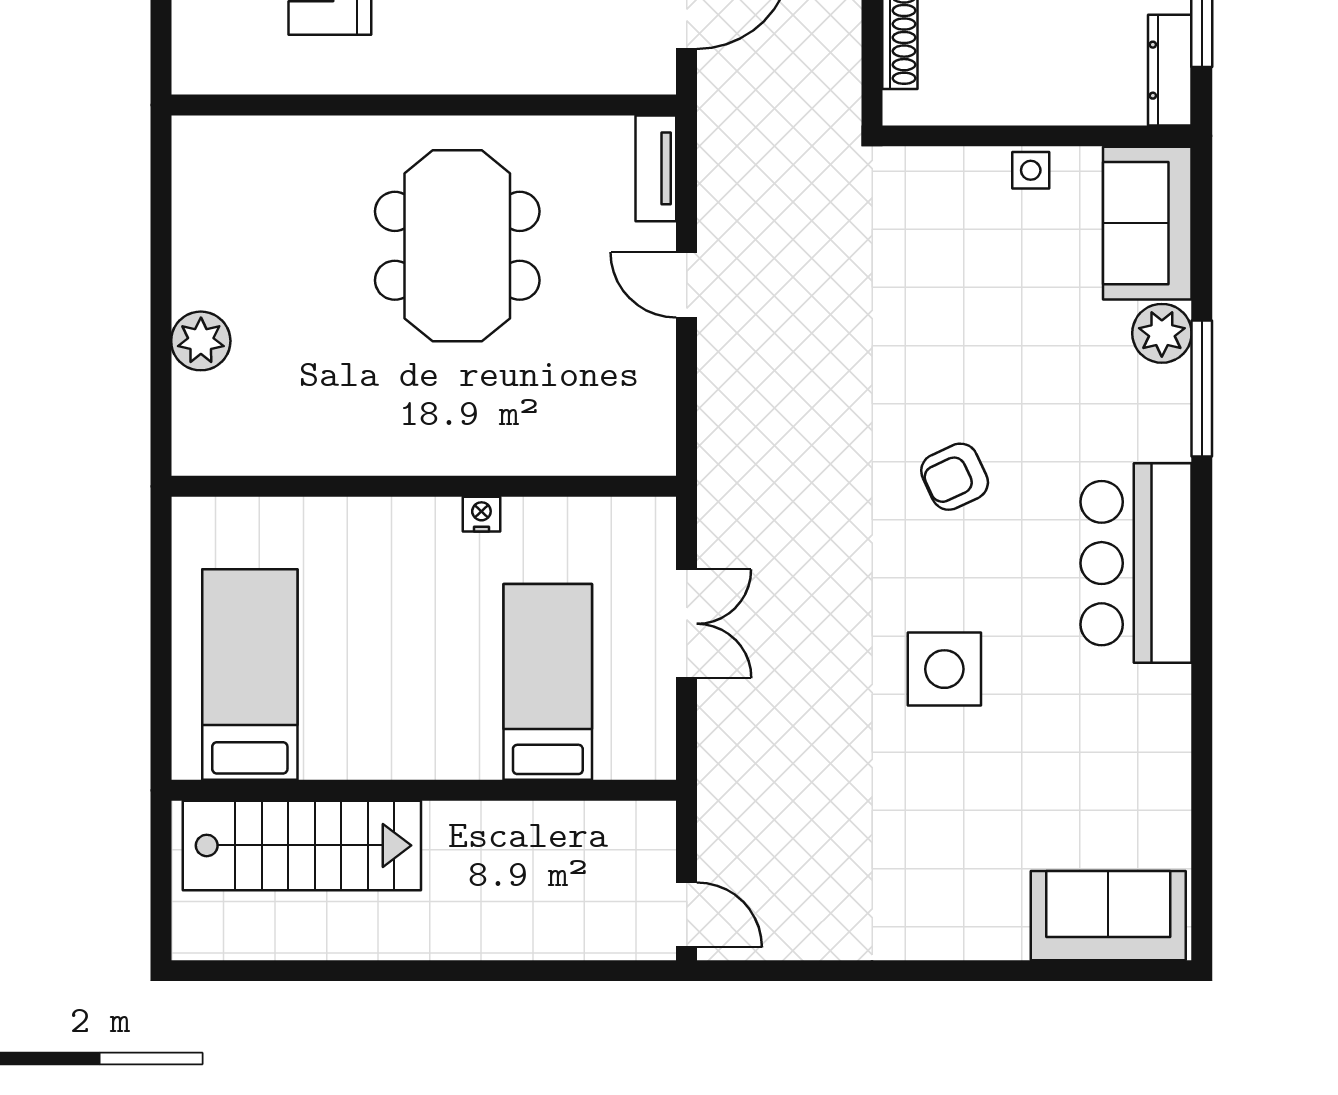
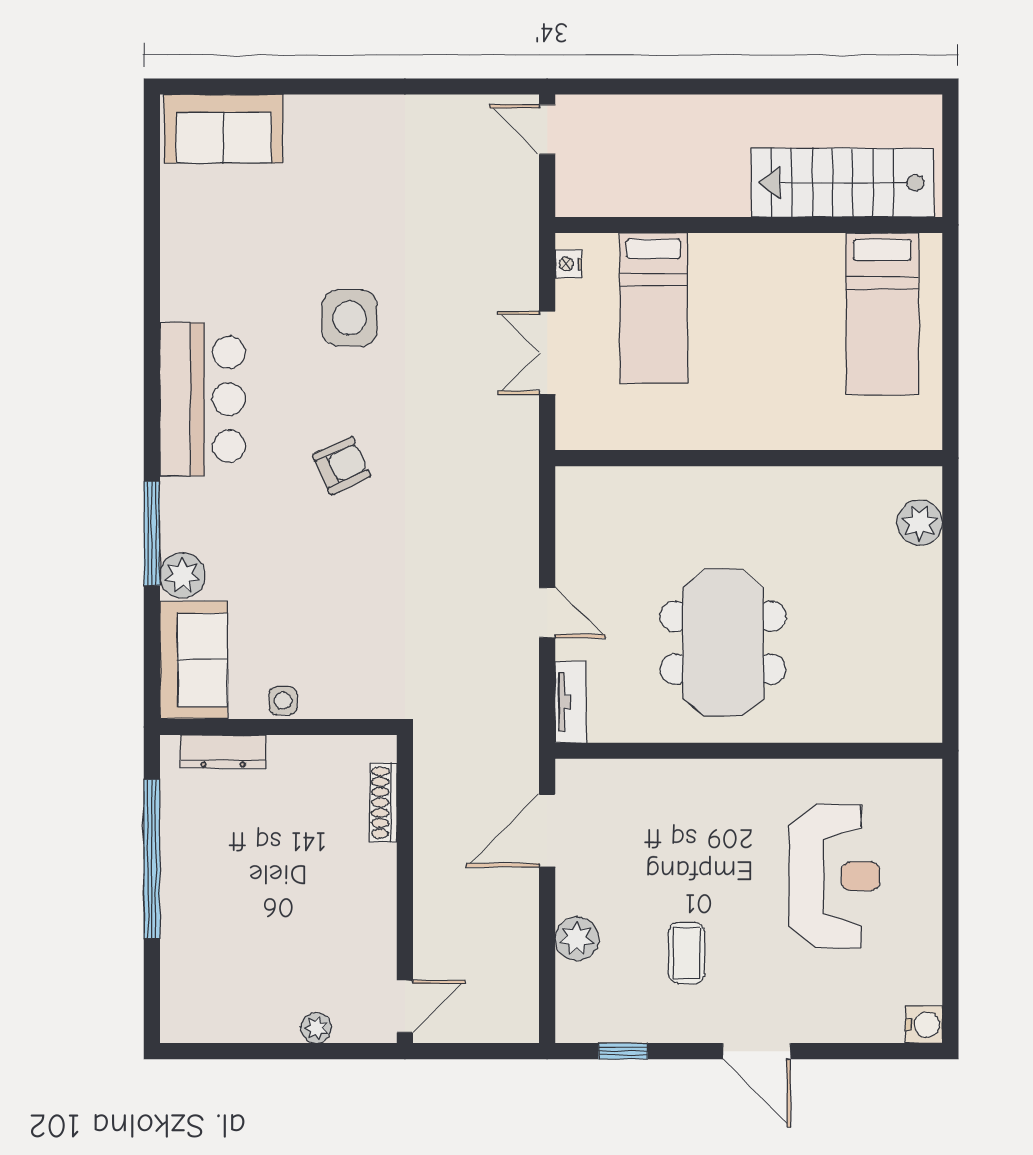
dresser: (1170, 70) -> (223, 752), moved, turned 90
plant: (201, 341) -> (920, 523), moved
nightstand: (481, 514) -> (569, 264), moved, turned 90

